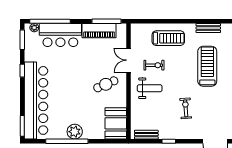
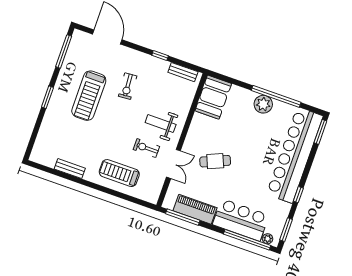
treadmill: (207, 66) -> (89, 96), moved
cafe table: (106, 84) -> (215, 161), moved

